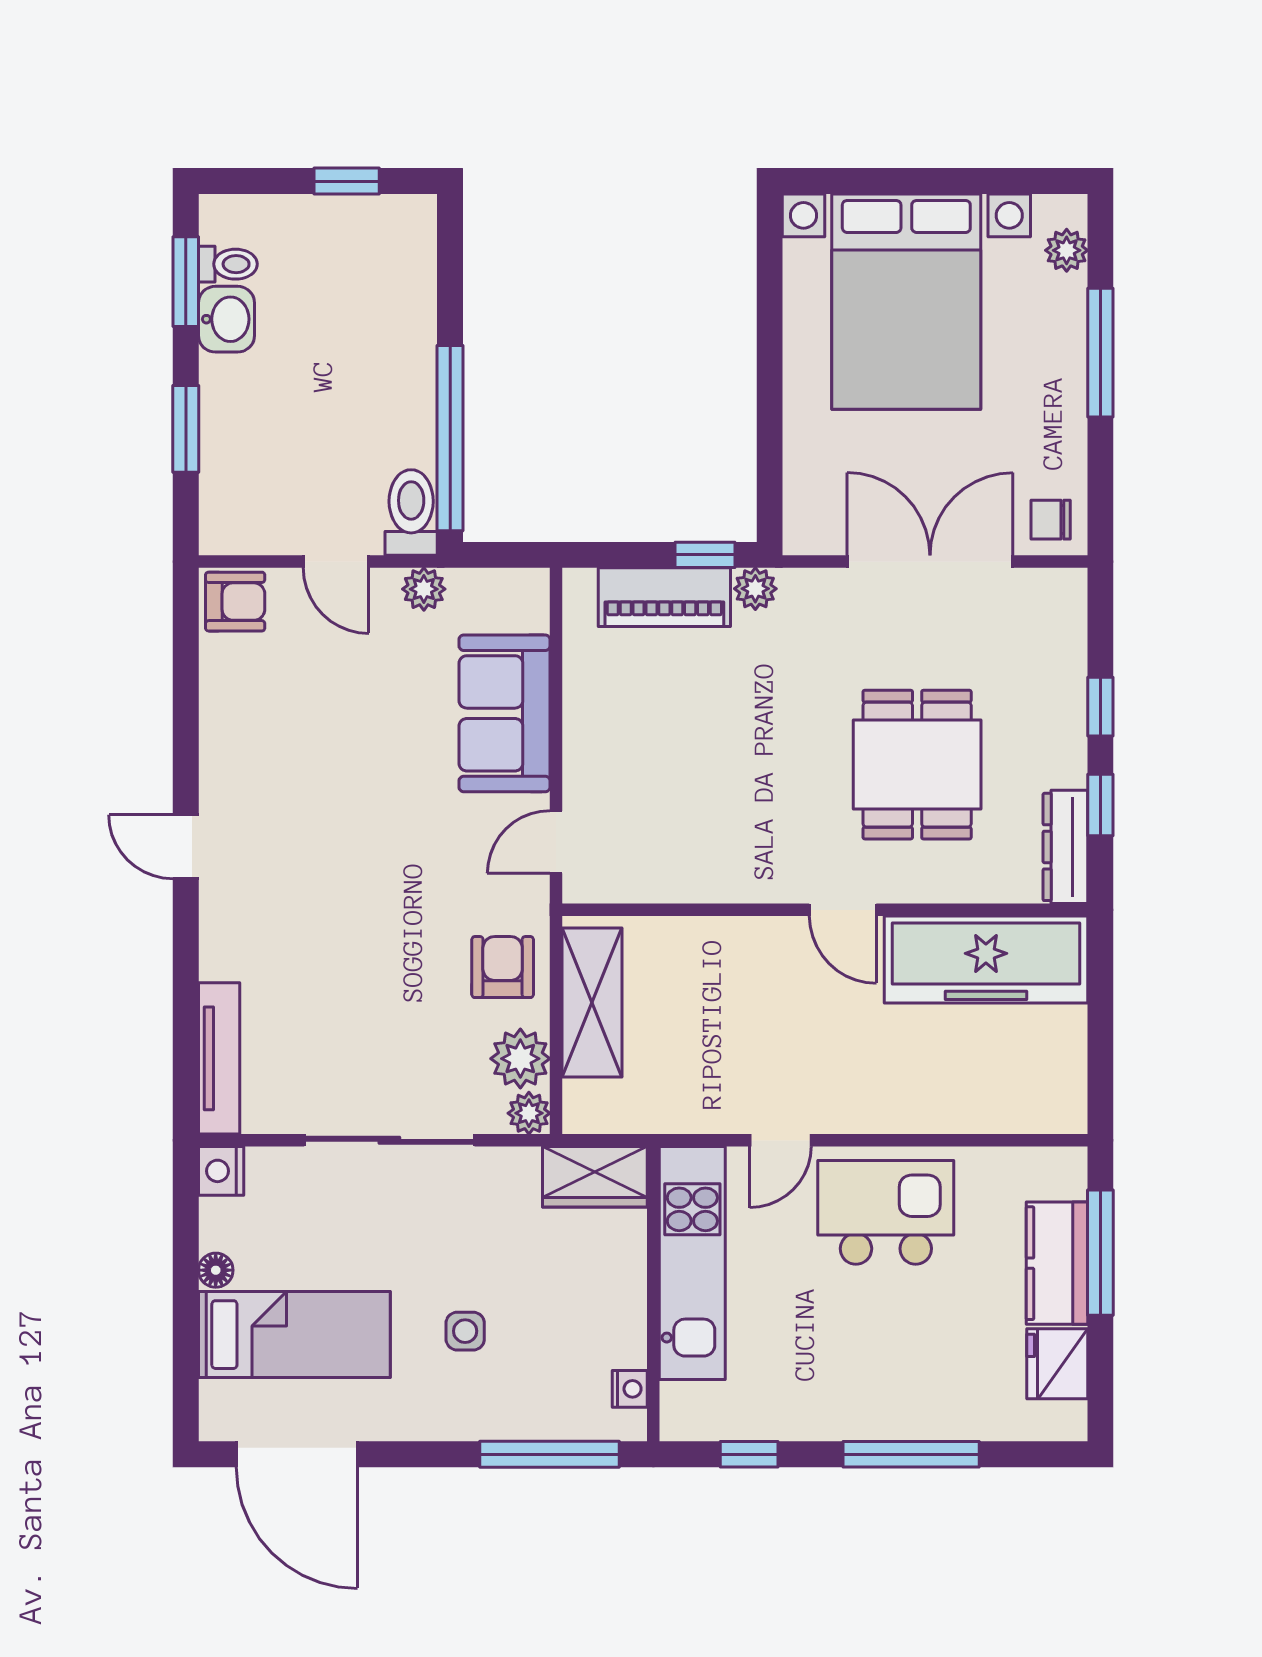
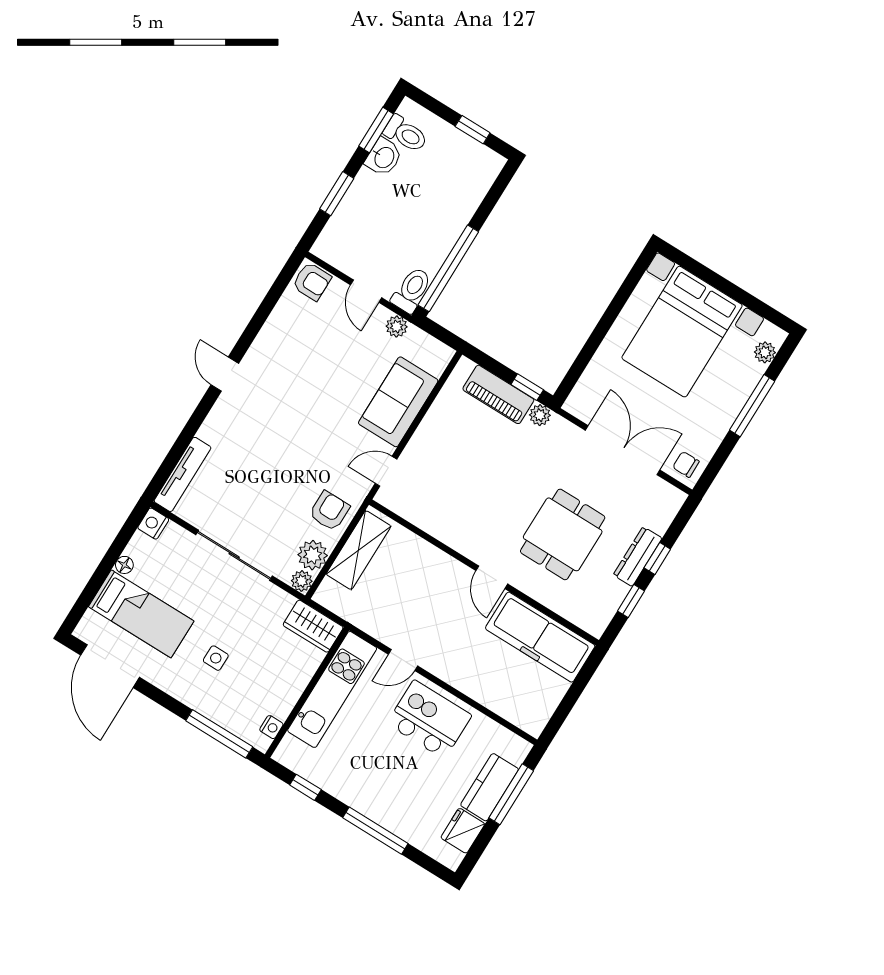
toilet: (228, 264) -> (406, 134), width x1.37, depth x1.39
dresser: (1065, 847) -> (638, 557), moved

